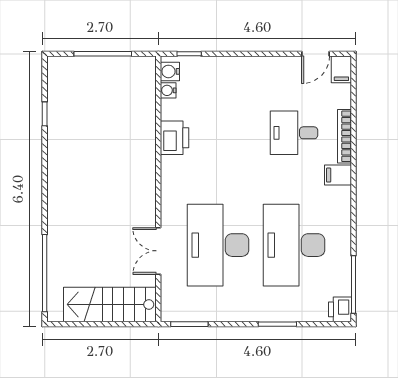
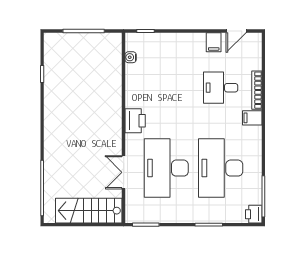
filing cabinet: (341, 69) -> (214, 42), moved
water cooler: (170, 71) -> (132, 44), removed
printer: (175, 138) -> (135, 121), moved

